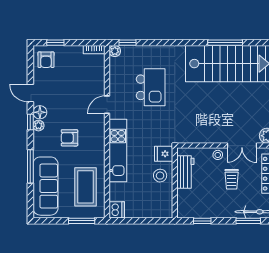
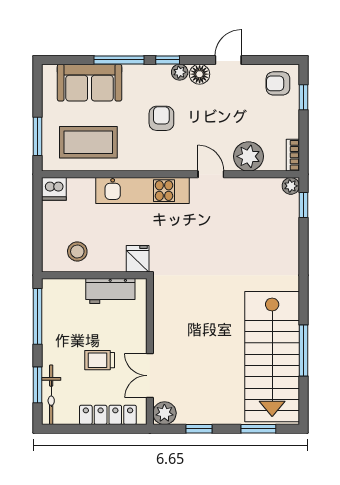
plant: (95, 79) -> (249, 156), added
kitchen island: (151, 87) -> (237, 239), removed
window: (30, 122) -> (168, 60), moved
stool: (218, 155) -> (136, 339), removed
stool: (160, 176) -> (77, 251), moved
sofa: (45, 186) -> (90, 83), width x0.73
window: (202, 221) -> (38, 316), width x2.17

